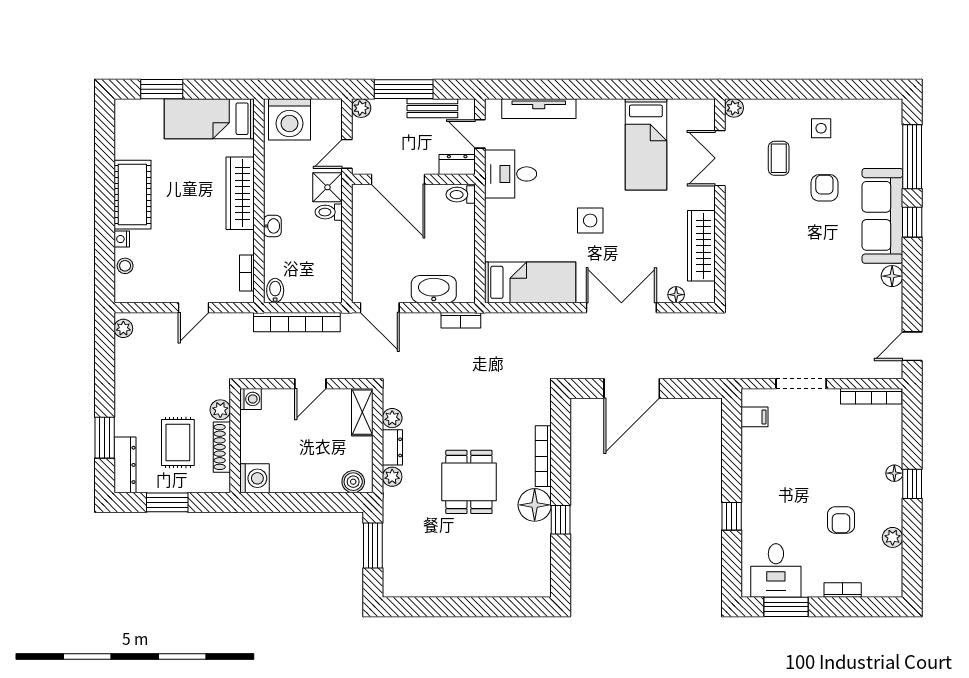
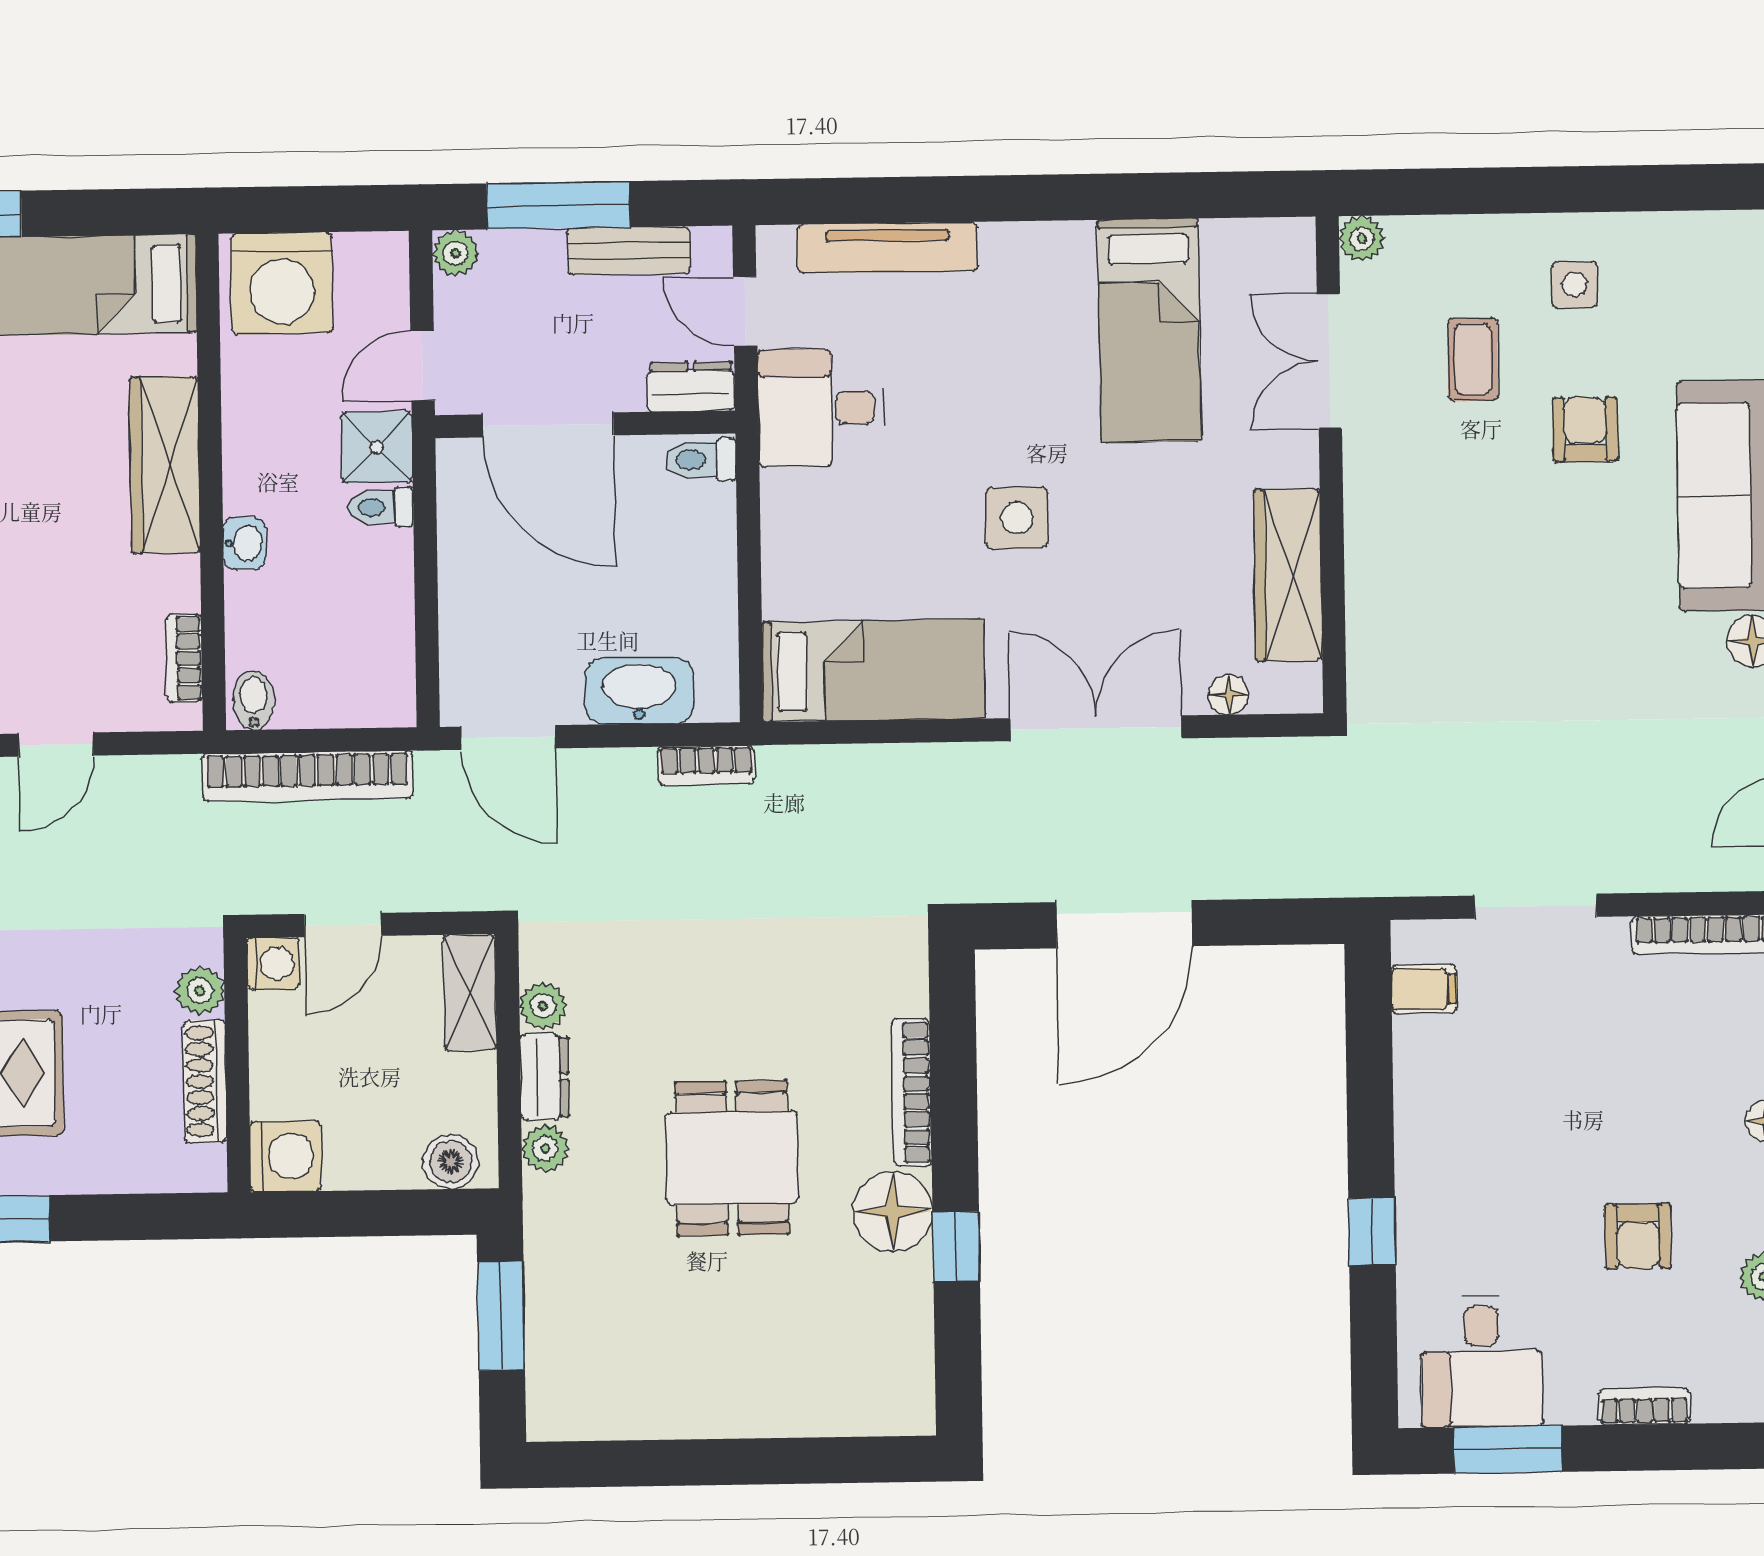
washing machine: (251, 399) -> (273, 963), moved
plant: (220, 410) -> (200, 991), moved
wall: (235, 441) -> (237, 1065), moved
shoe rack: (222, 447) -> (205, 1081), moved
washing machine: (254, 478) -> (285, 1156), moved

